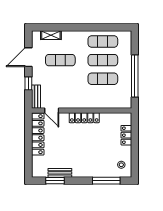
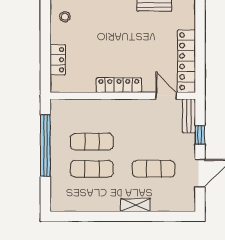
shelving: (51, 35) -> (135, 205), moved
exercise mat: (103, 42) -> (92, 196), removed

